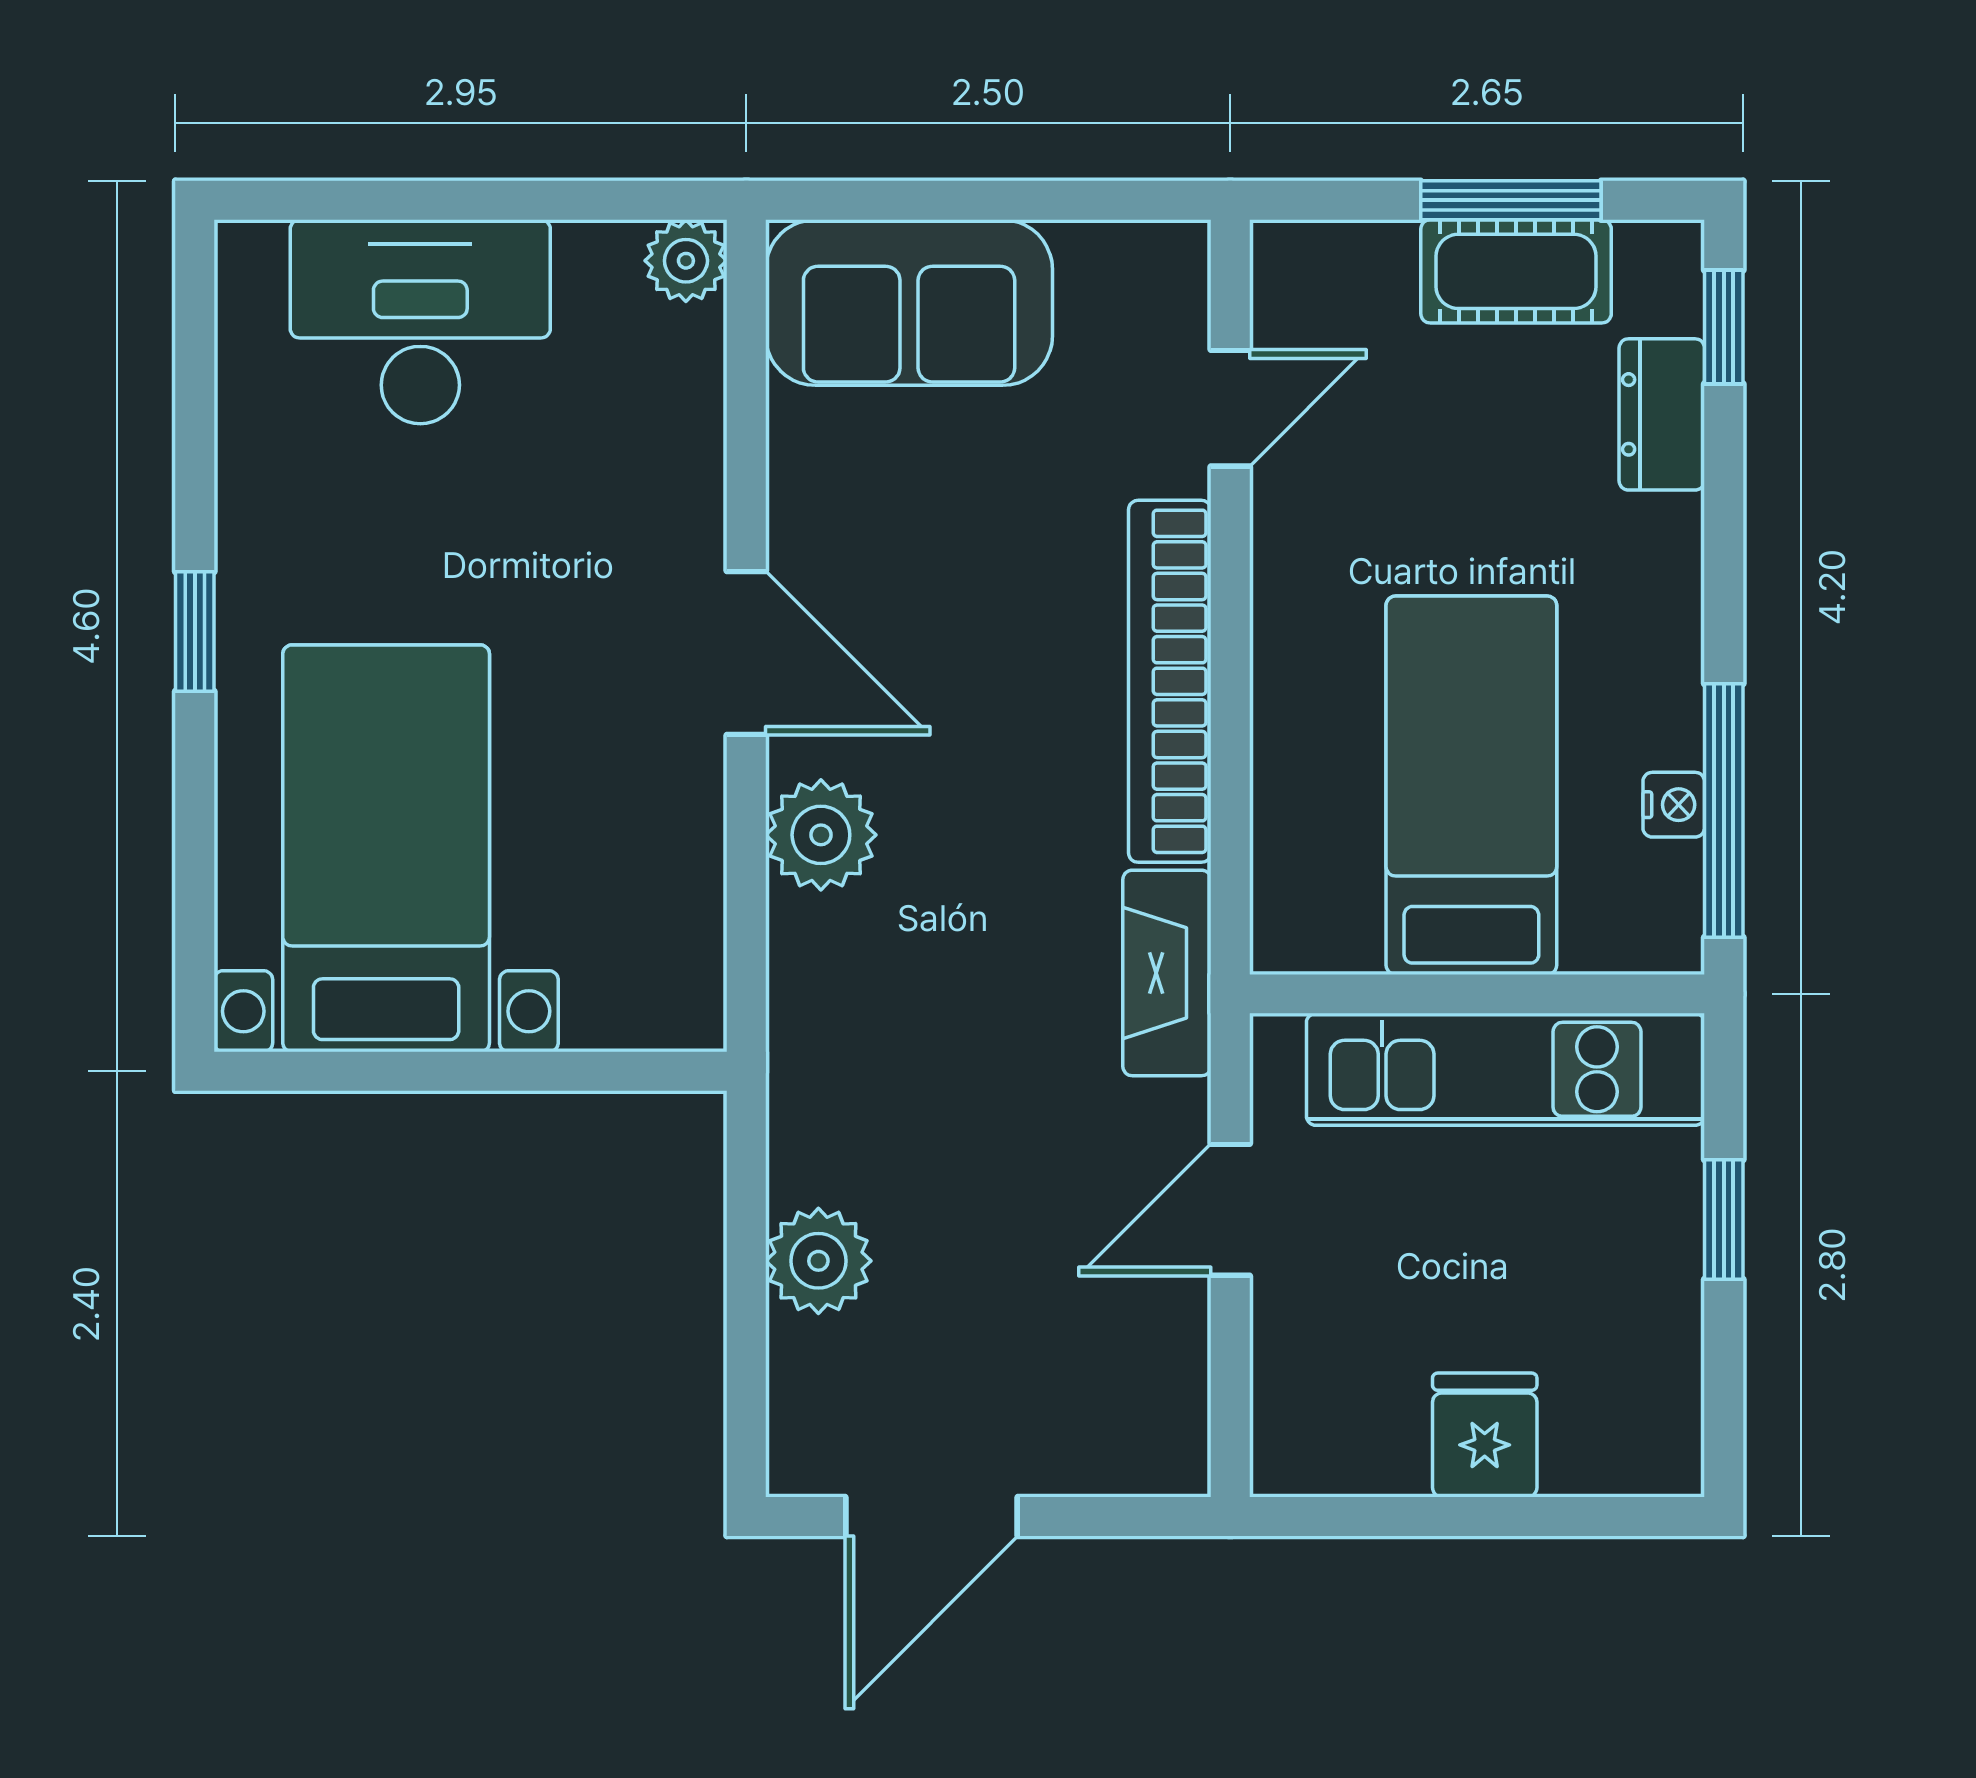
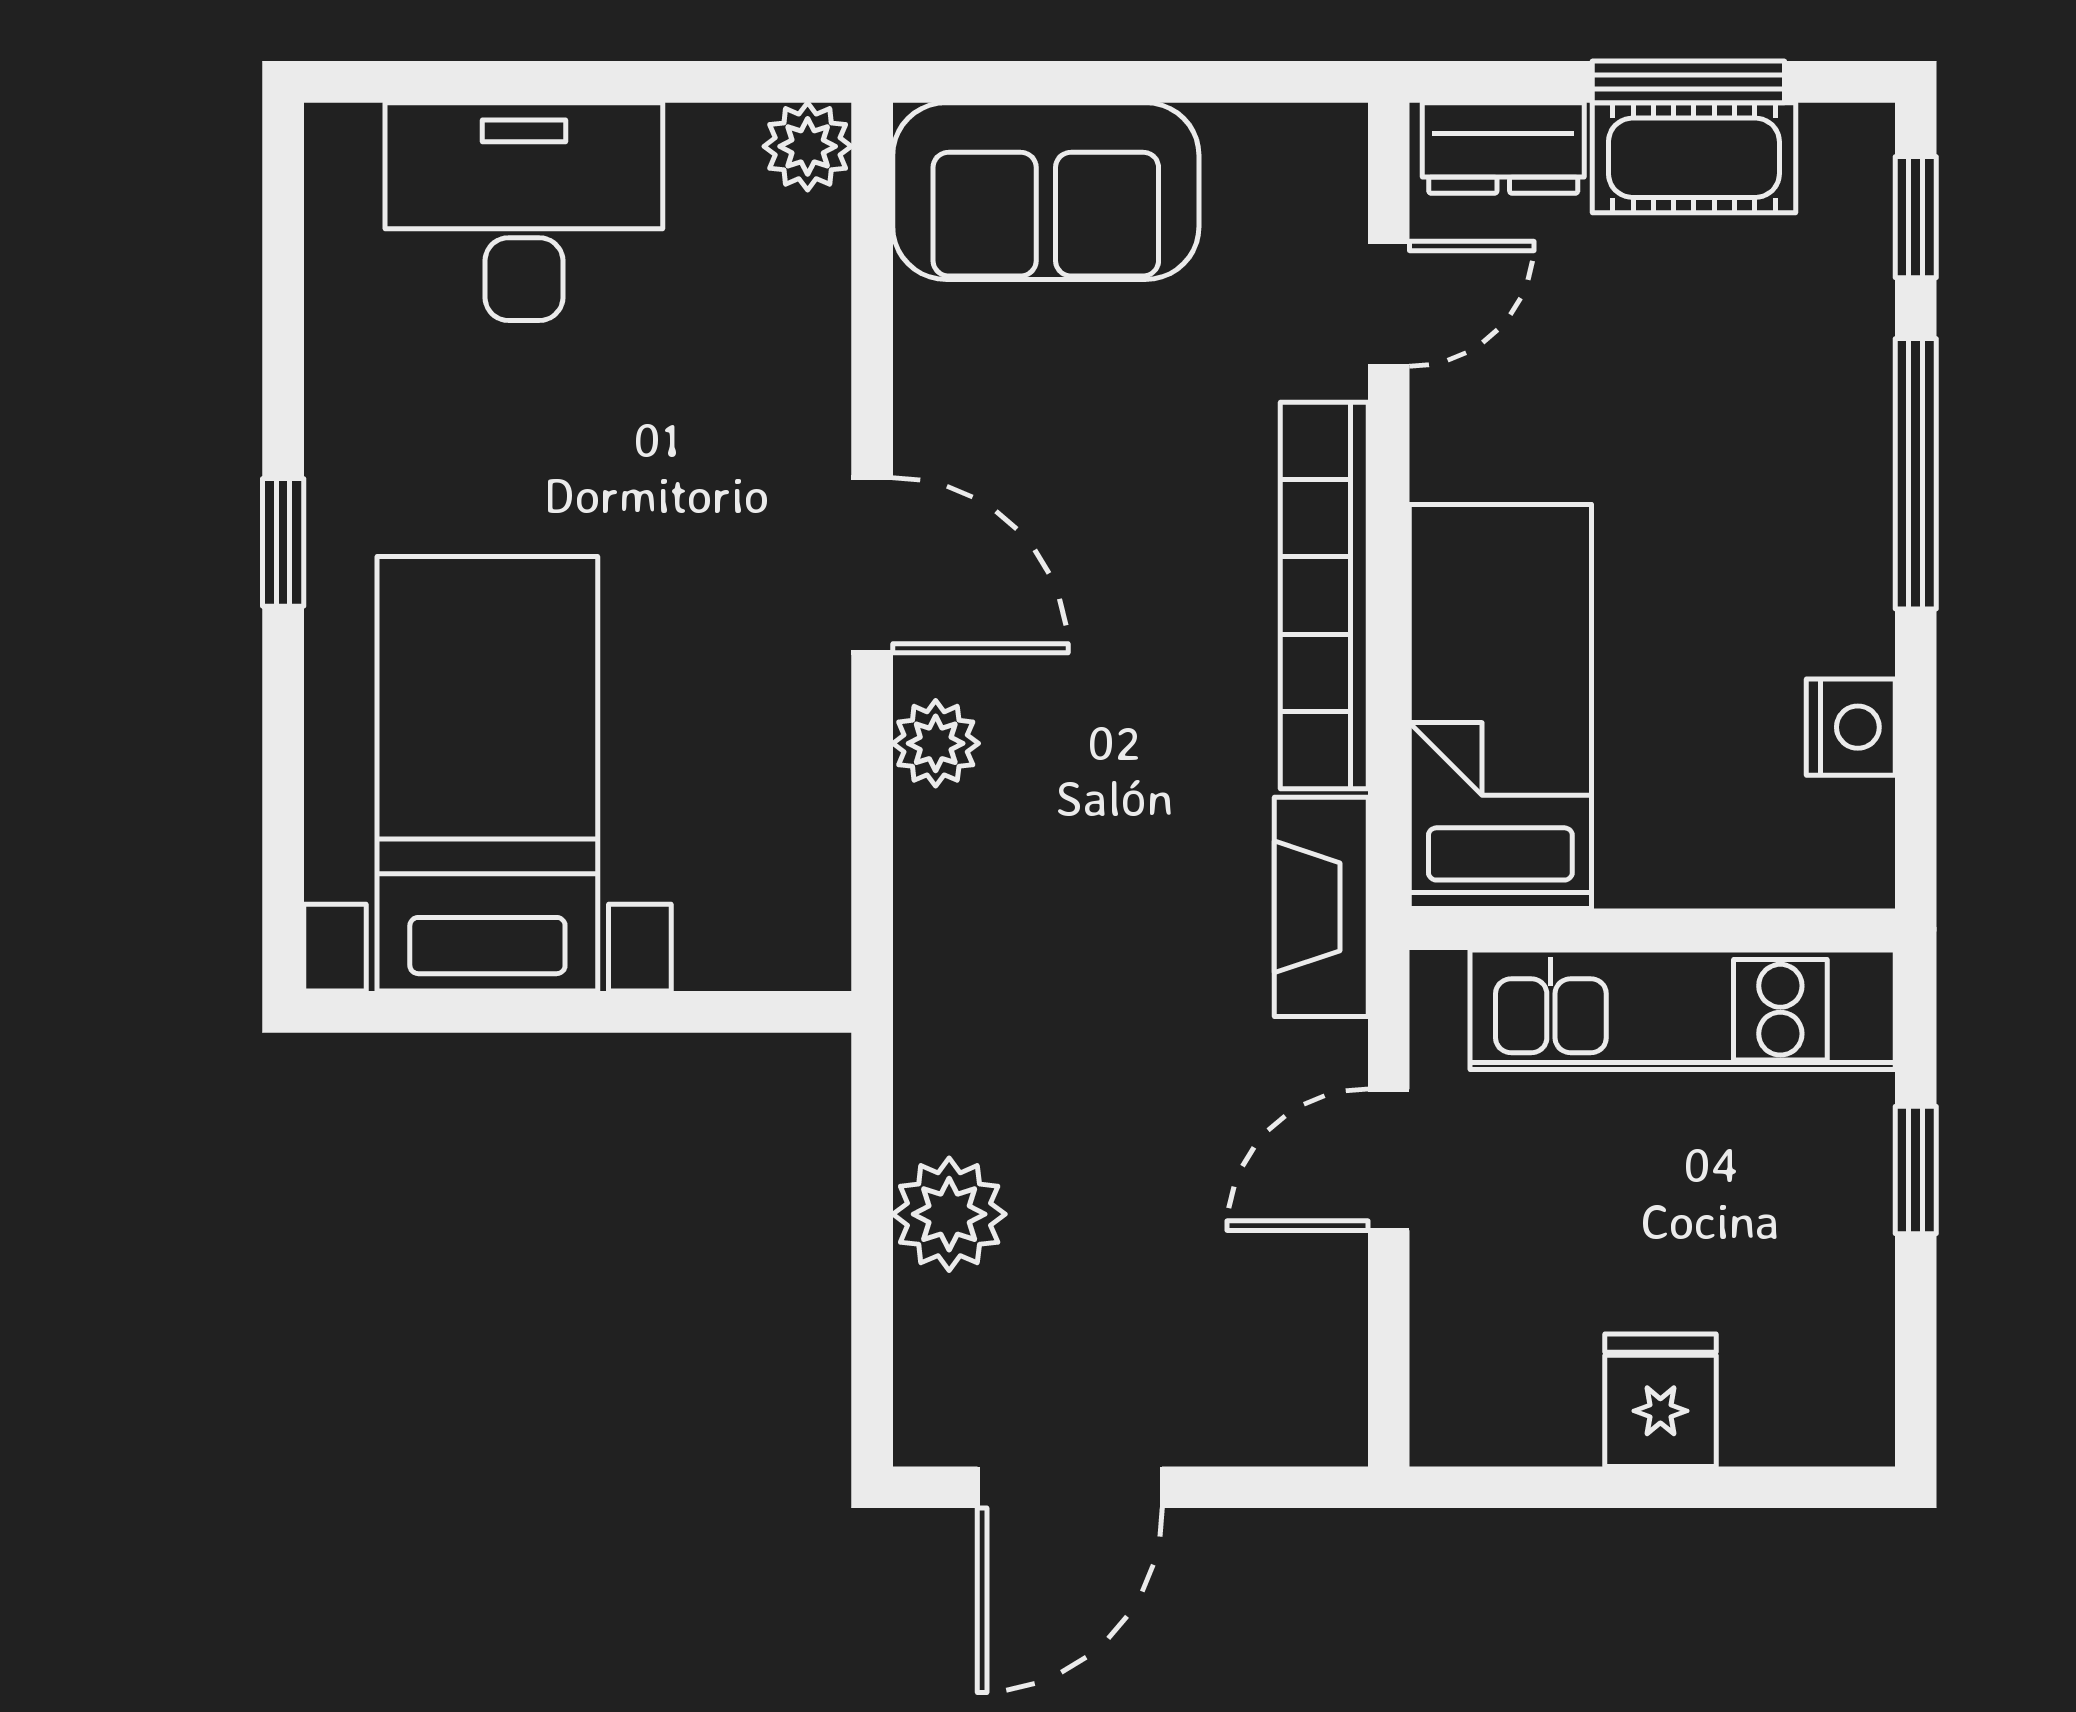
dresser: (1662, 414) -> (1503, 148), moved, turned -90
bed: (1471, 785) -> (1500, 706), moved
nightstand: (1674, 805) -> (1851, 727), width x1.39, depth x1.35
window: (1724, 810) -> (1916, 474), moved
plant: (821, 835) -> (936, 743), width x0.73, depth x0.73

